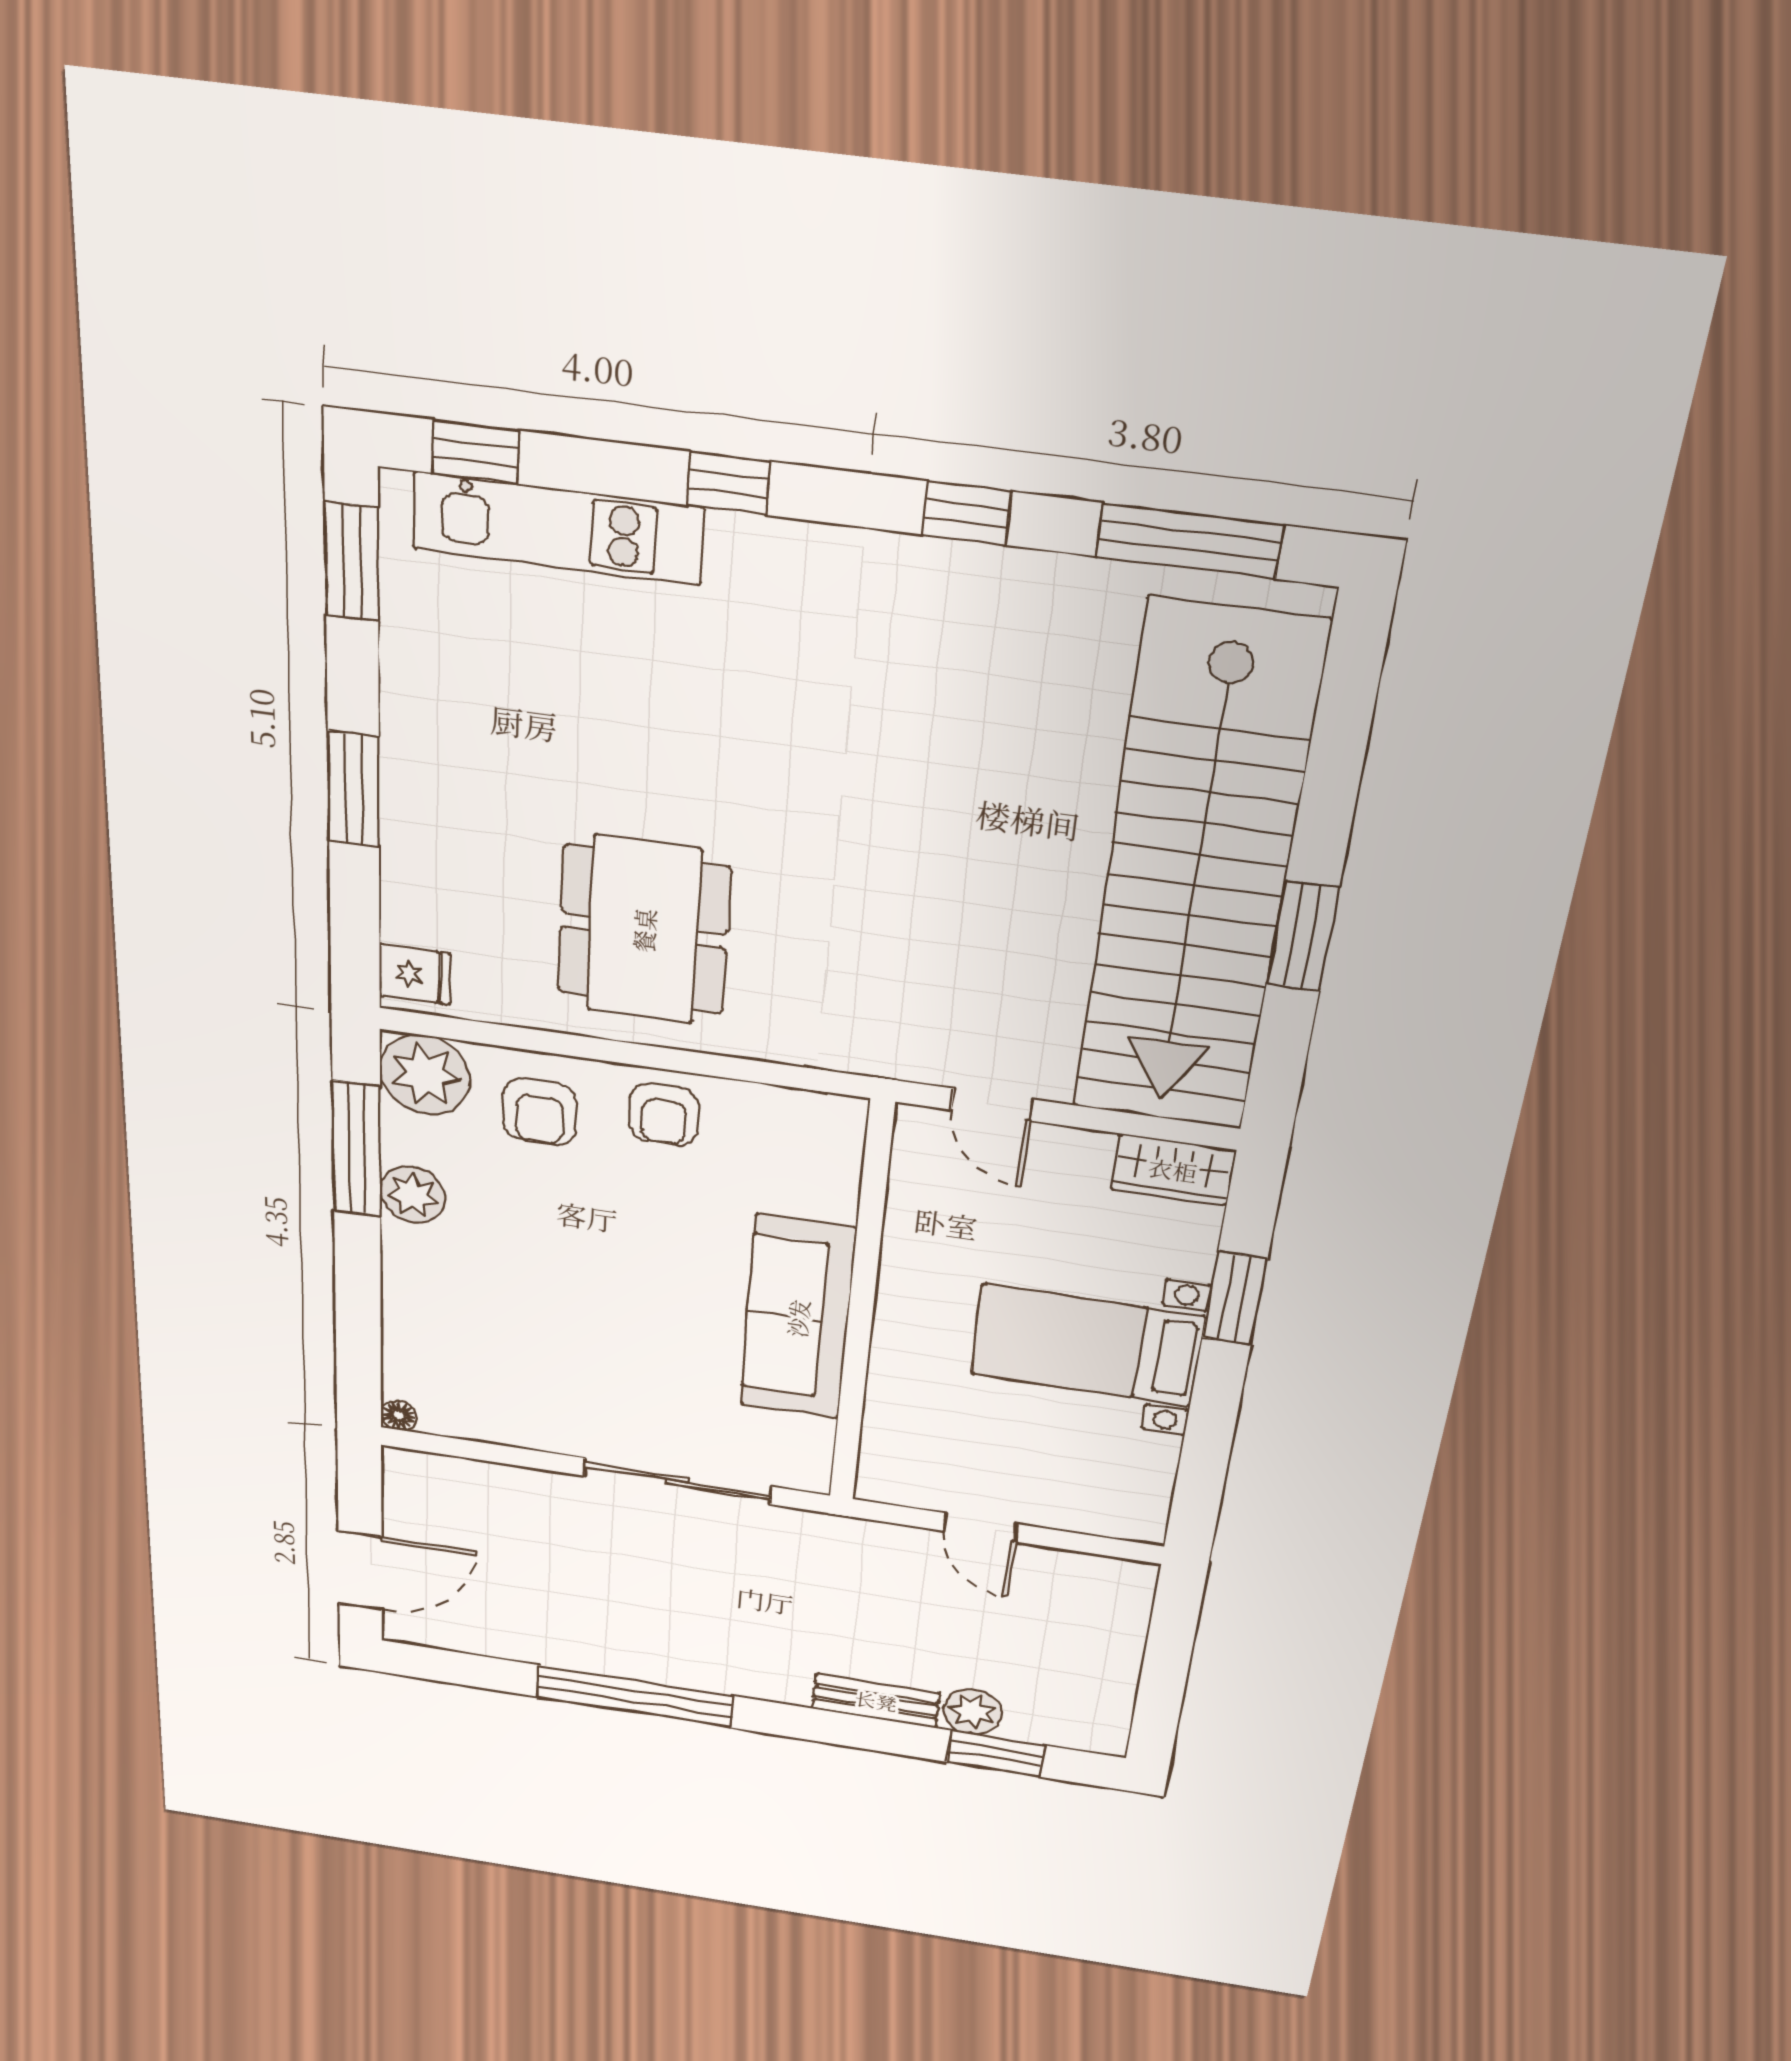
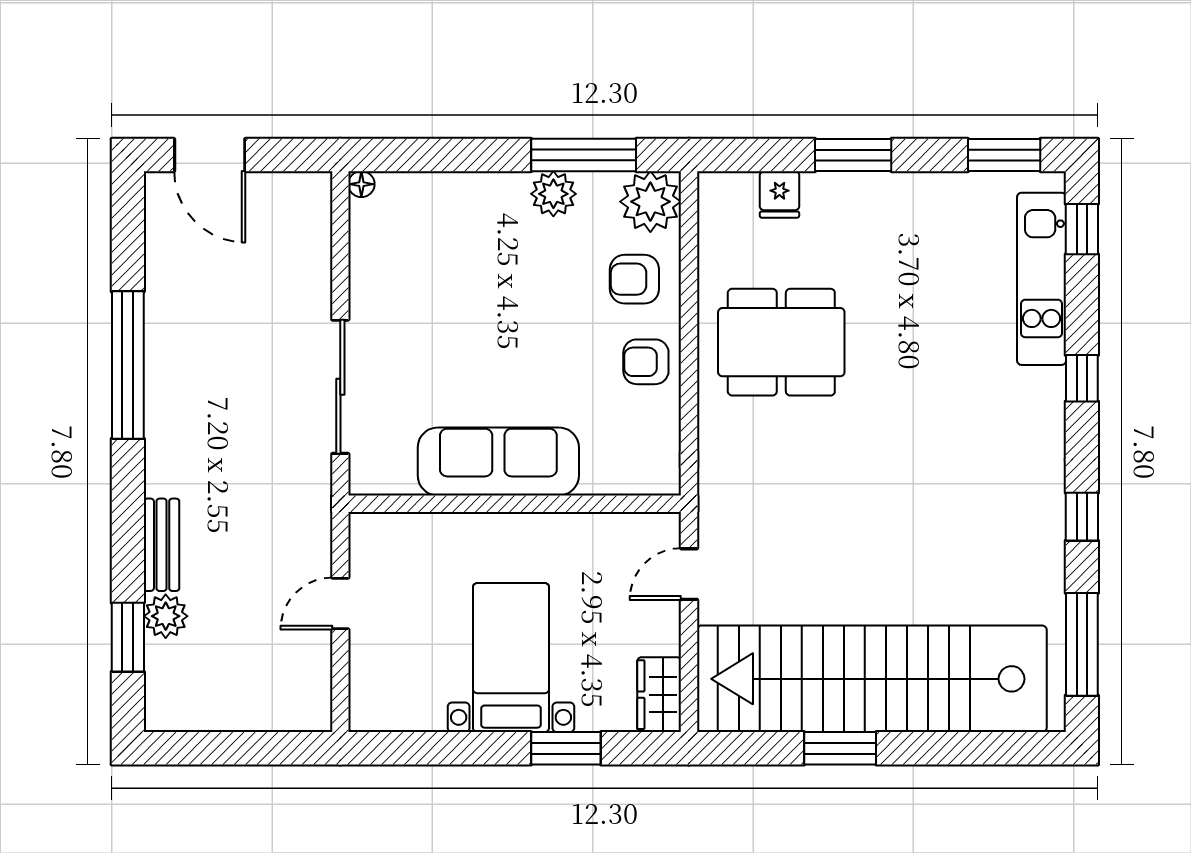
fridge: (415, 974) -> (779, 194), moved

